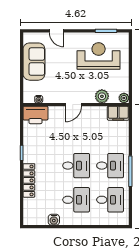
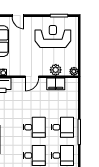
filing cabinet: (118, 113) -> (56, 84), moved

